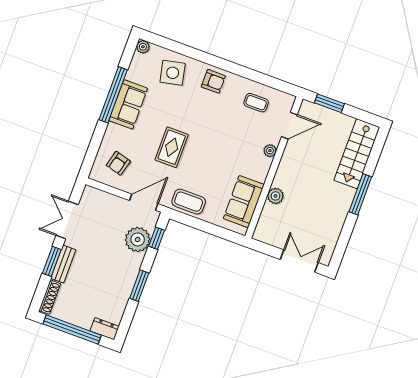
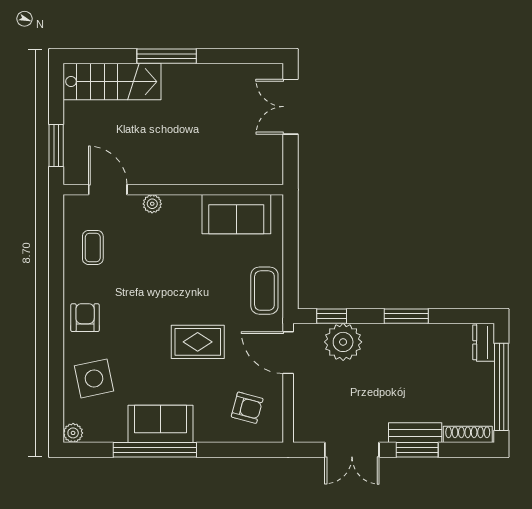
plant: (275, 196) -> (212, 173), removed

